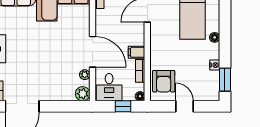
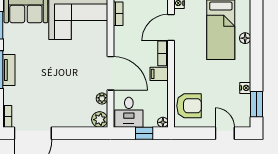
floor lamp: (215, 37) -> (245, 38), moved
bookcase: (140, 71) -> (163, 53), moved
armchair: (164, 81) -> (189, 106), turned -90
door: (184, 106) -> (225, 133), moved

